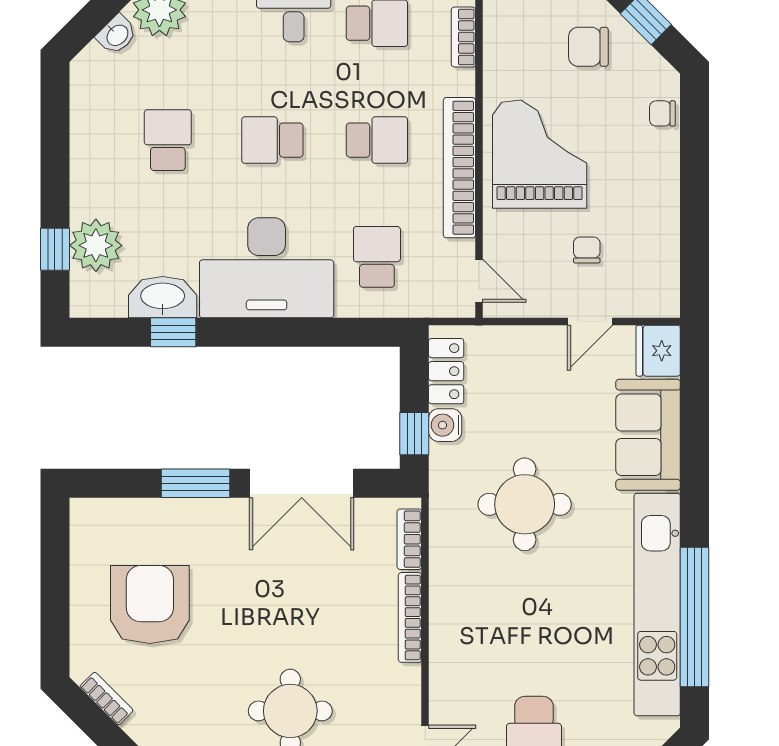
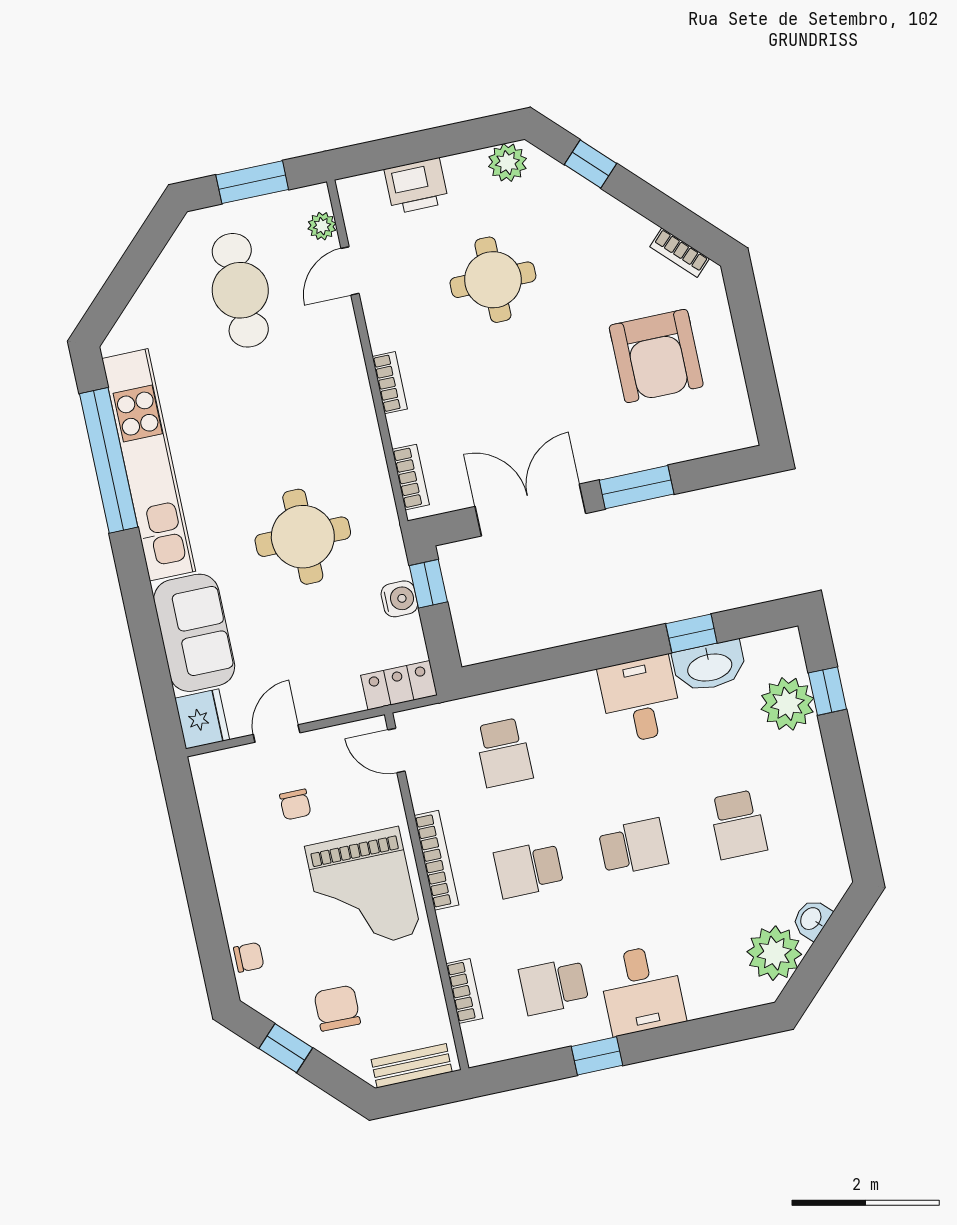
chair: (588, 47) -> (337, 1008), turned -89
bookcase: (459, 168) -> (436, 860), width x0.68, depth x0.76
desk: (267, 268) -> (641, 700), width x0.53, depth x0.77
locker: (446, 371) -> (399, 685), moved, turned 90
bookcase: (410, 617) -> (390, 383), width x0.64

